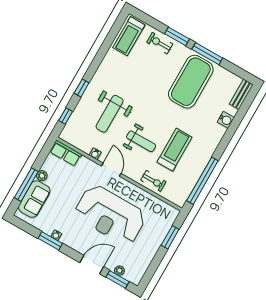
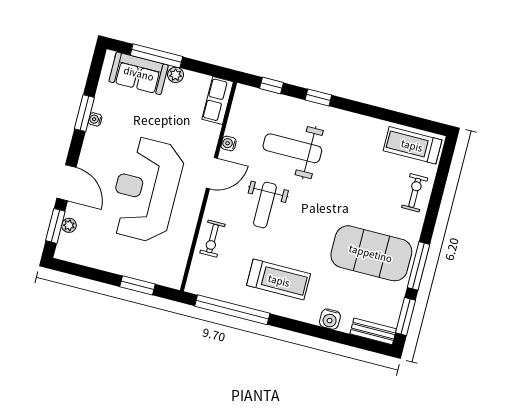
window: (177, 36) -> (406, 317), moved
treadmill: (175, 150) -> (279, 280), moved

